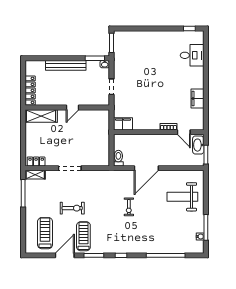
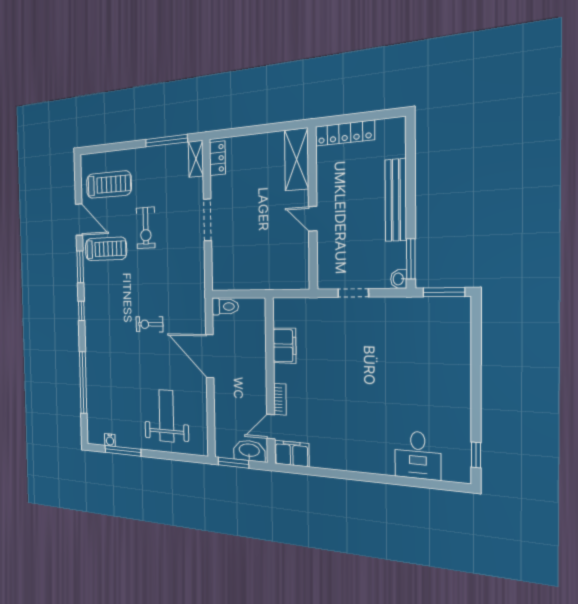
filing cabinet: (197, 99) -> (292, 453), moved
filing cabinet: (123, 124) -> (284, 346), moved

